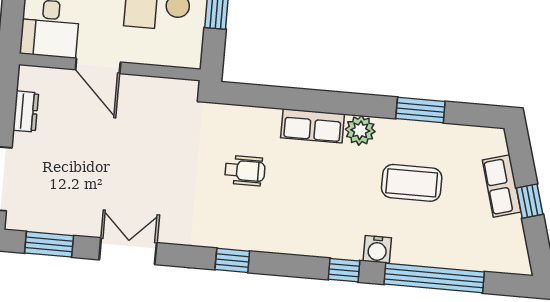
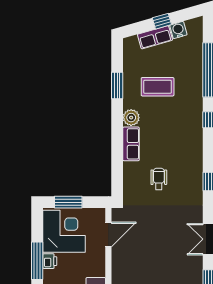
door: (98, 66) -> (108, 235), moved
coffee table: (412, 183) -> (158, 87), turned 90
water cooler: (377, 249) -> (178, 30), moved, turned -106

